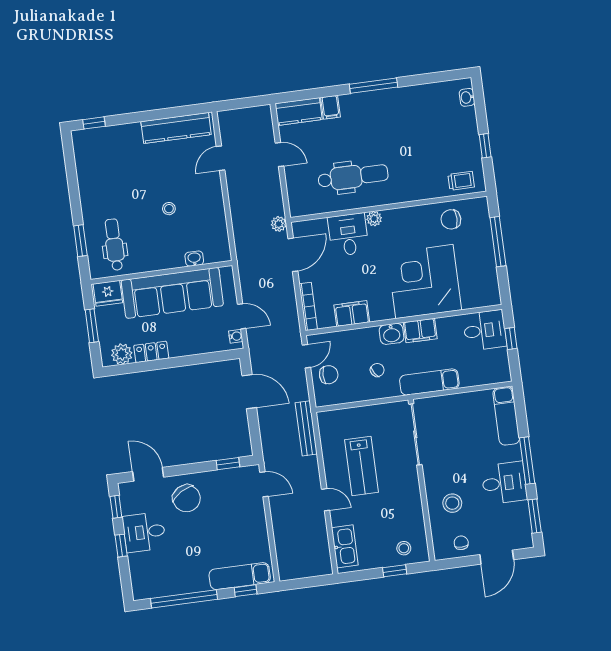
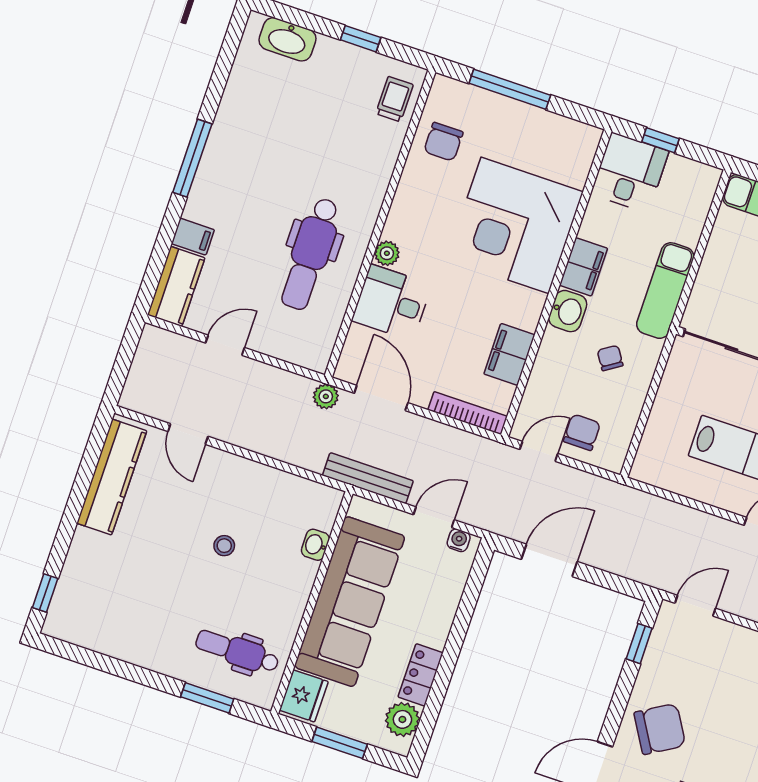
washbasin: (467, 97) -> (287, 39), width x1.91, depth x1.45
dental chair: (353, 177) -> (310, 254), turned 180
door: (306, 356) -> (539, 451), hinge flipped
bench: (306, 428) -> (368, 478), moved

